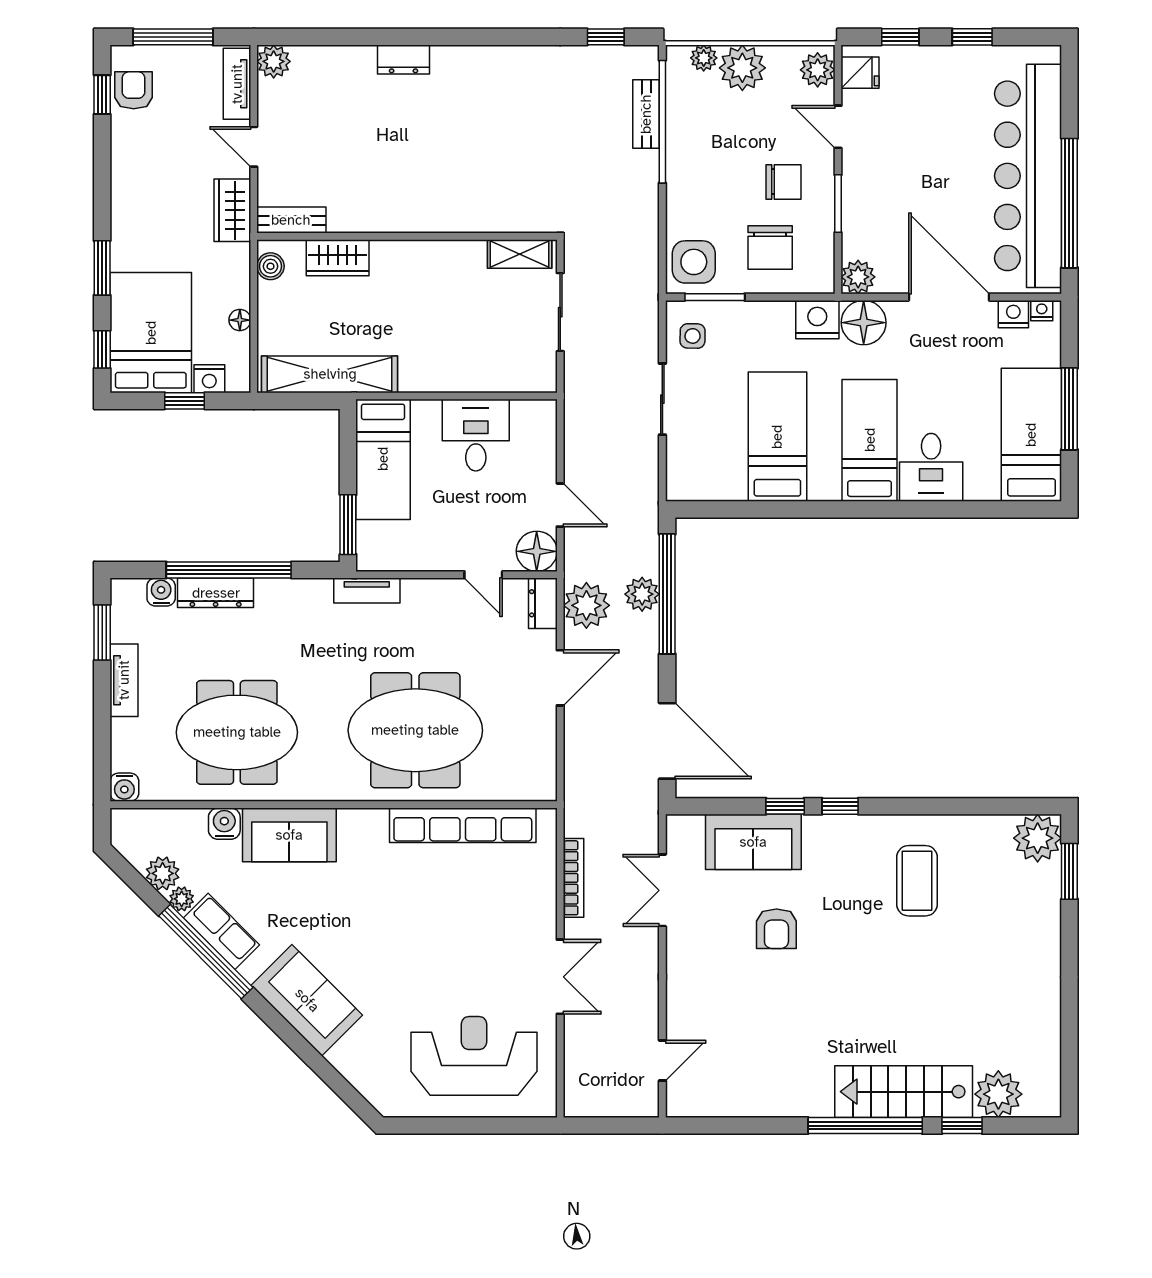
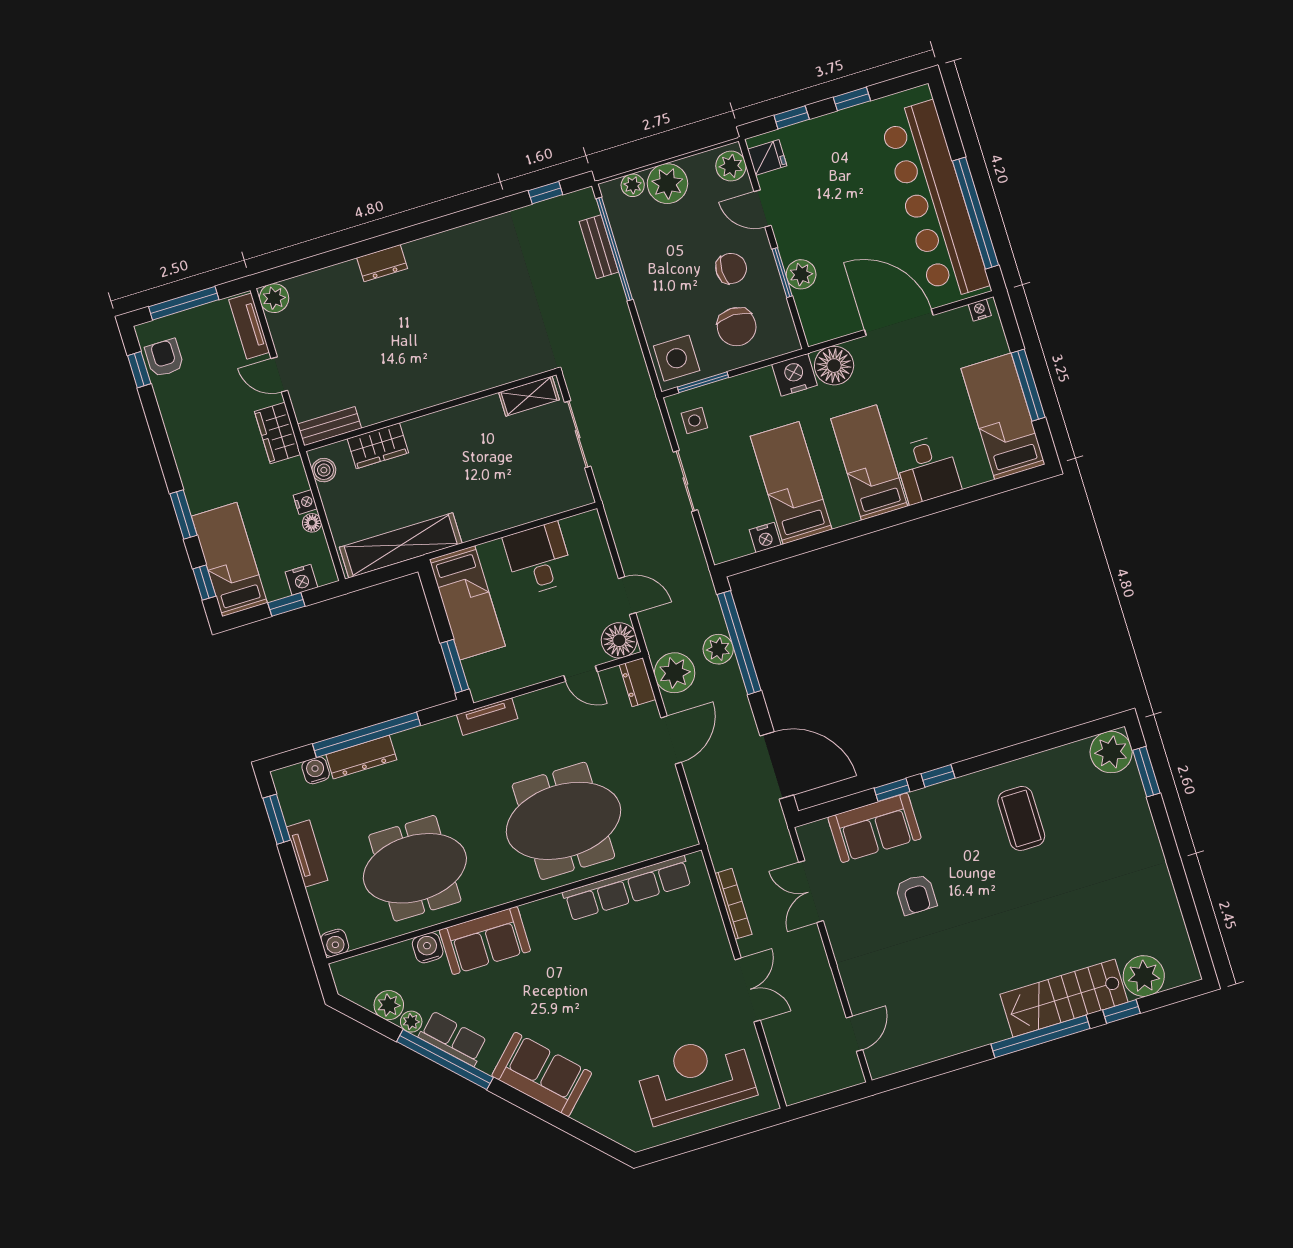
plant: (858, 277) -> (801, 274), moved
nightstand: (240, 295) -> (305, 502), added
nightstand: (1013, 314) -> (765, 537), moved, turned 180
bed: (151, 333) -> (229, 560), width x0.67

